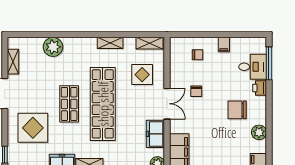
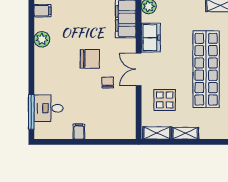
shelving: (110, 43) -> (185, 133), moved
chair: (198, 55) -> (106, 121), removed
printer: (260, 88) -> (41, 86), removed
chair: (237, 110) -> (90, 59), moved

